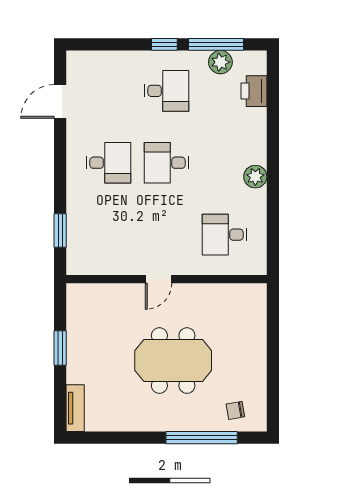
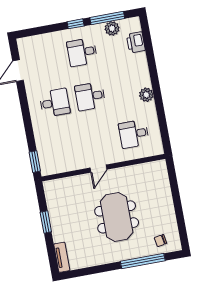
desk: (167, 91) -> (82, 52), turned 180
window: (60, 231) -> (35, 162), moved
meeting table: (173, 361) -> (117, 217), turned 90

